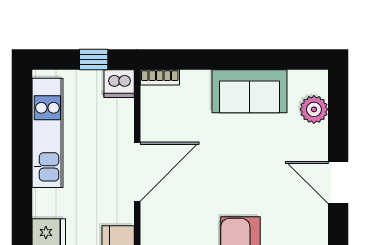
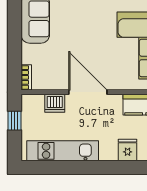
dishwasher: (119, 84) -> (55, 103), moved, turned 90

